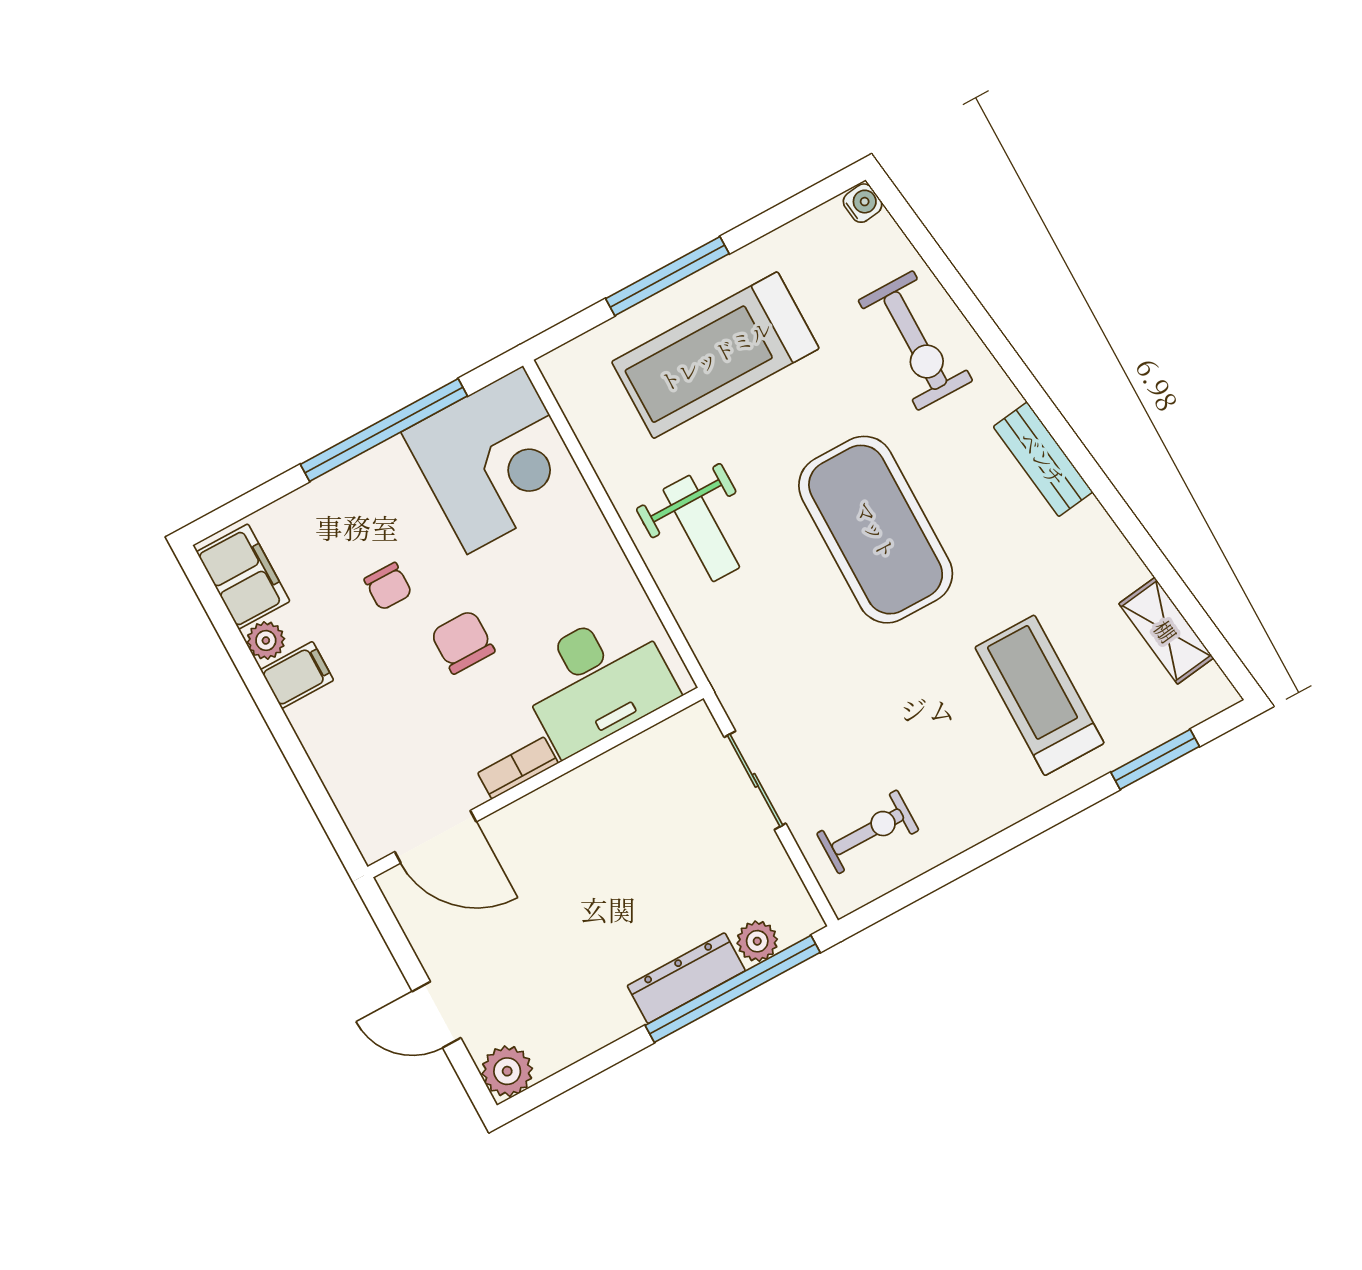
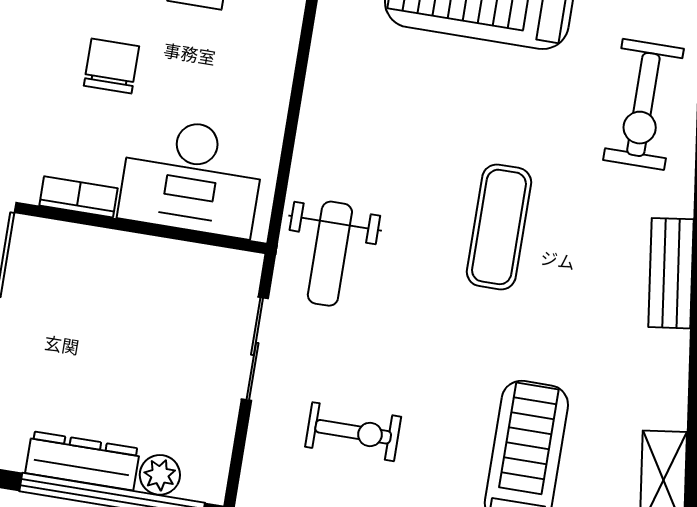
weight bench: (701, 528) -> (330, 254), moved
exercise mat: (876, 530) -> (499, 227), width x0.50, depth x0.69
exercise bike: (868, 832) -> (353, 432), moved

